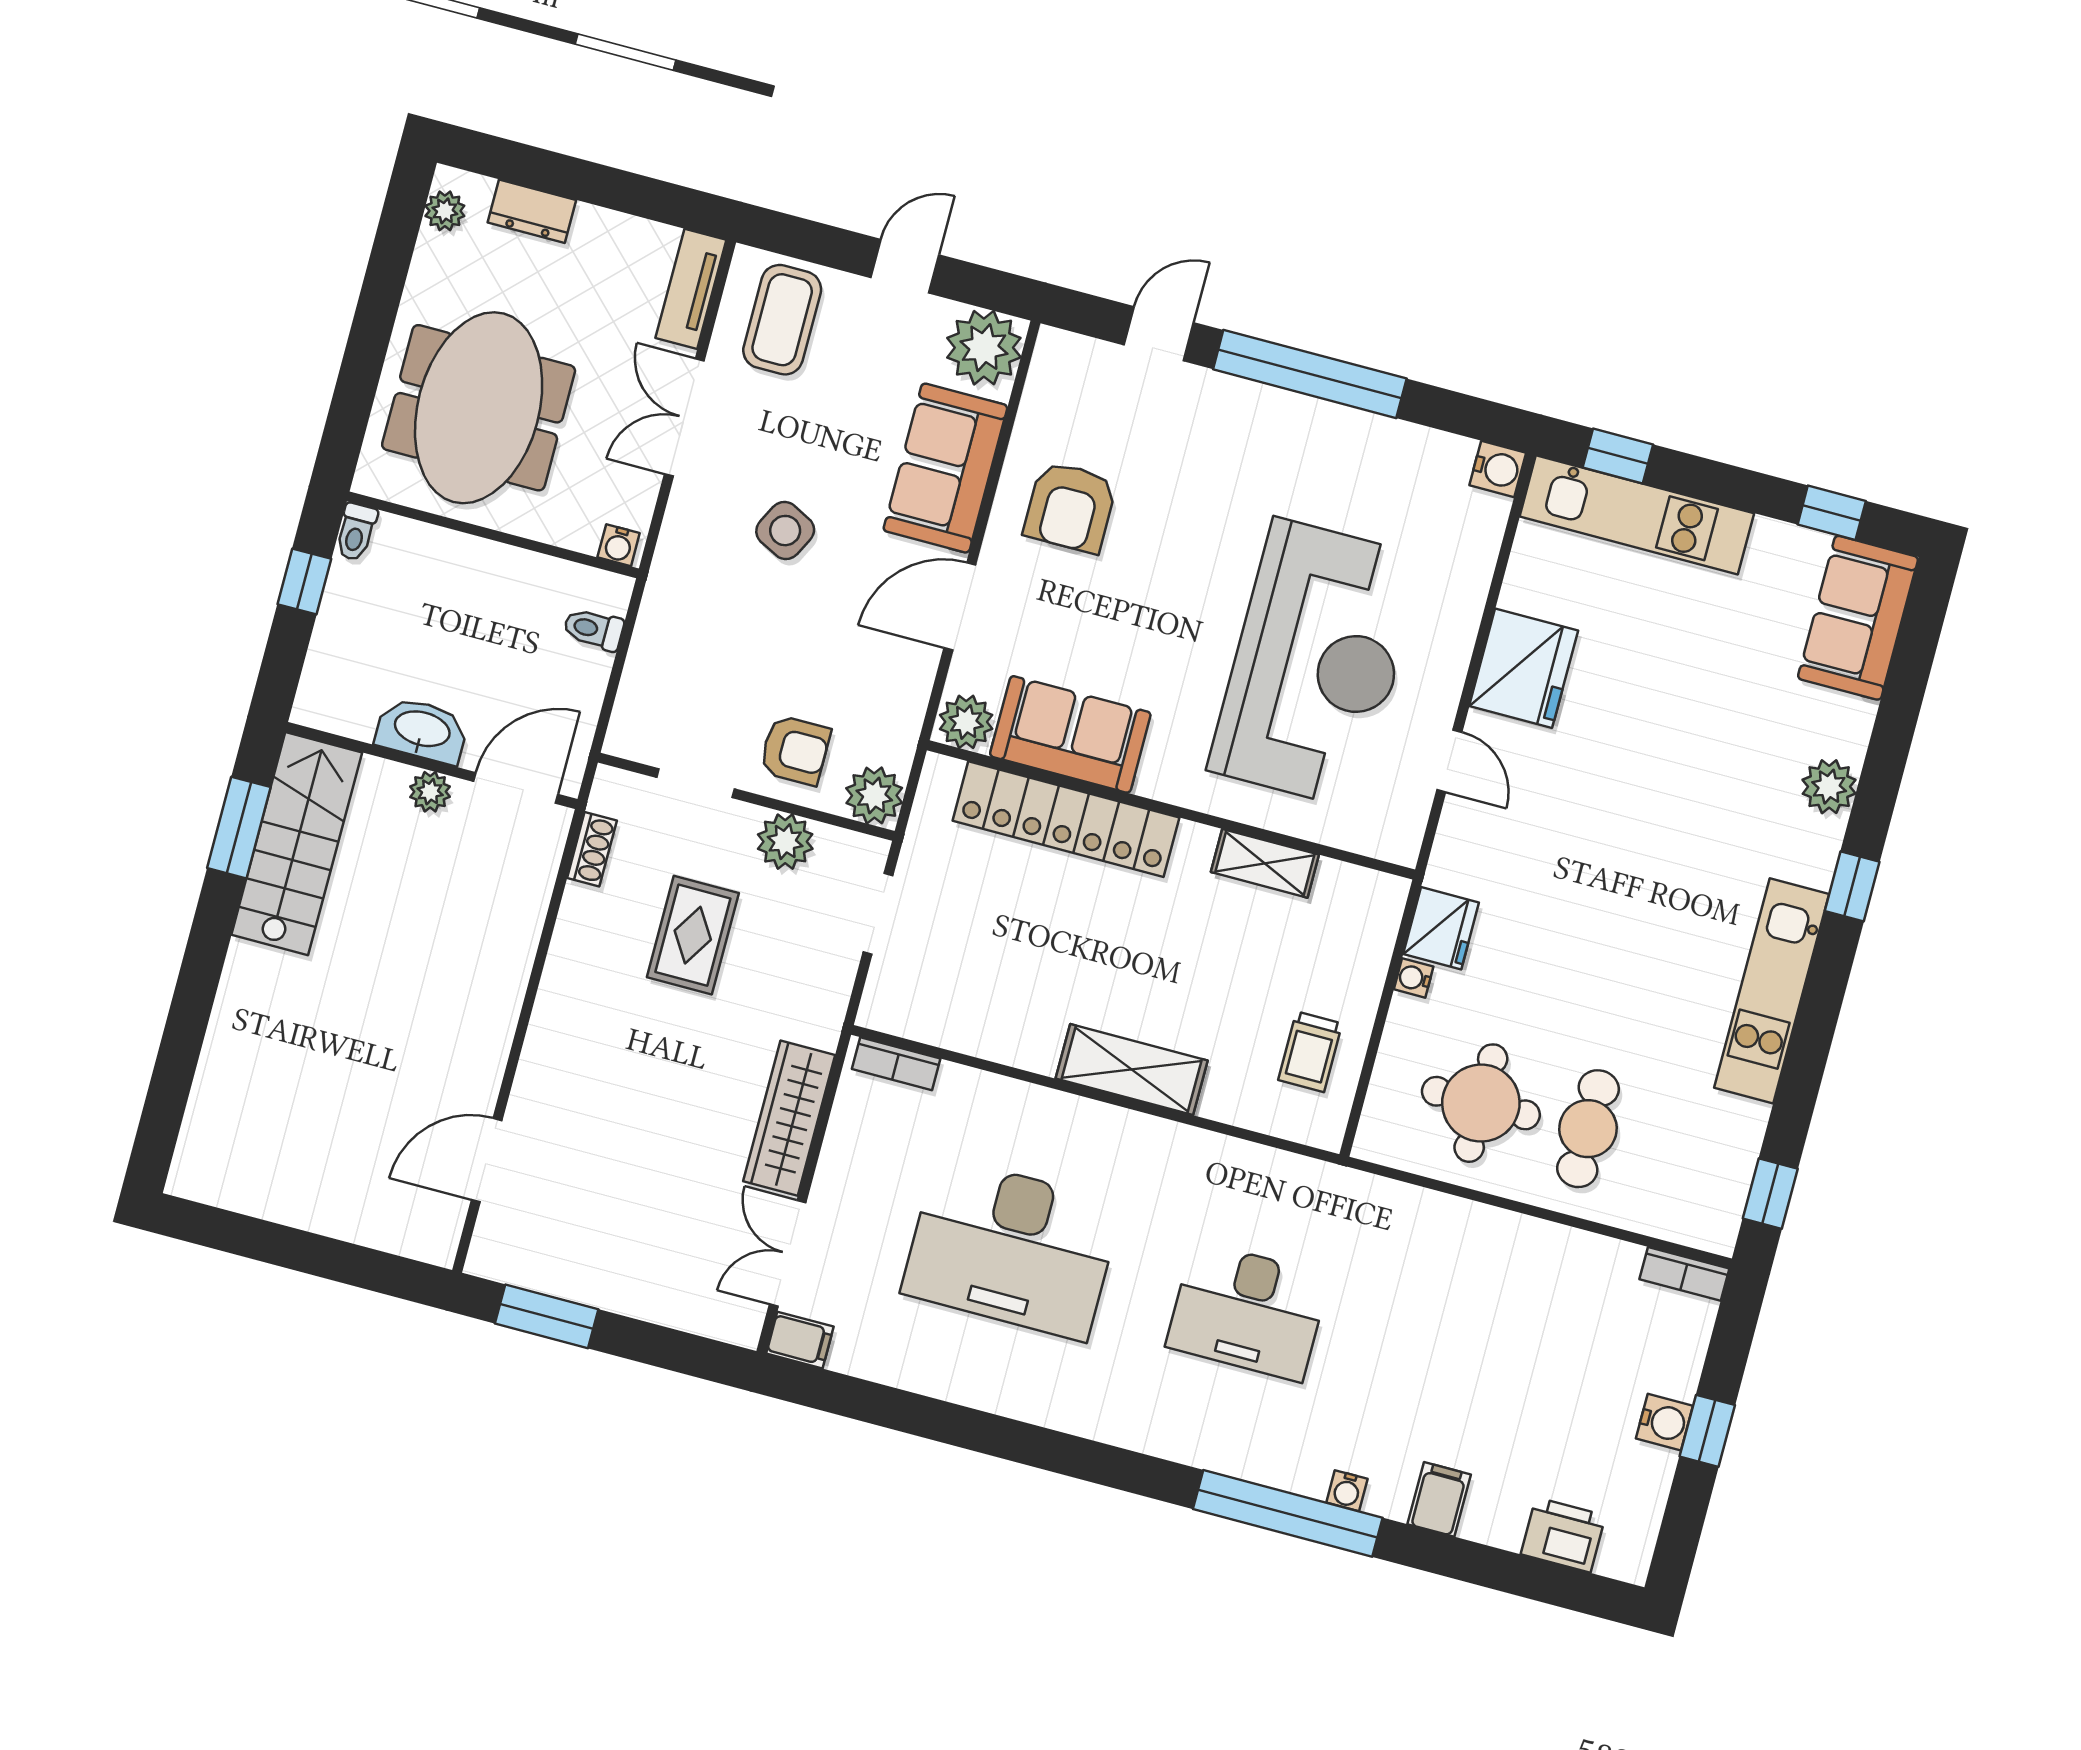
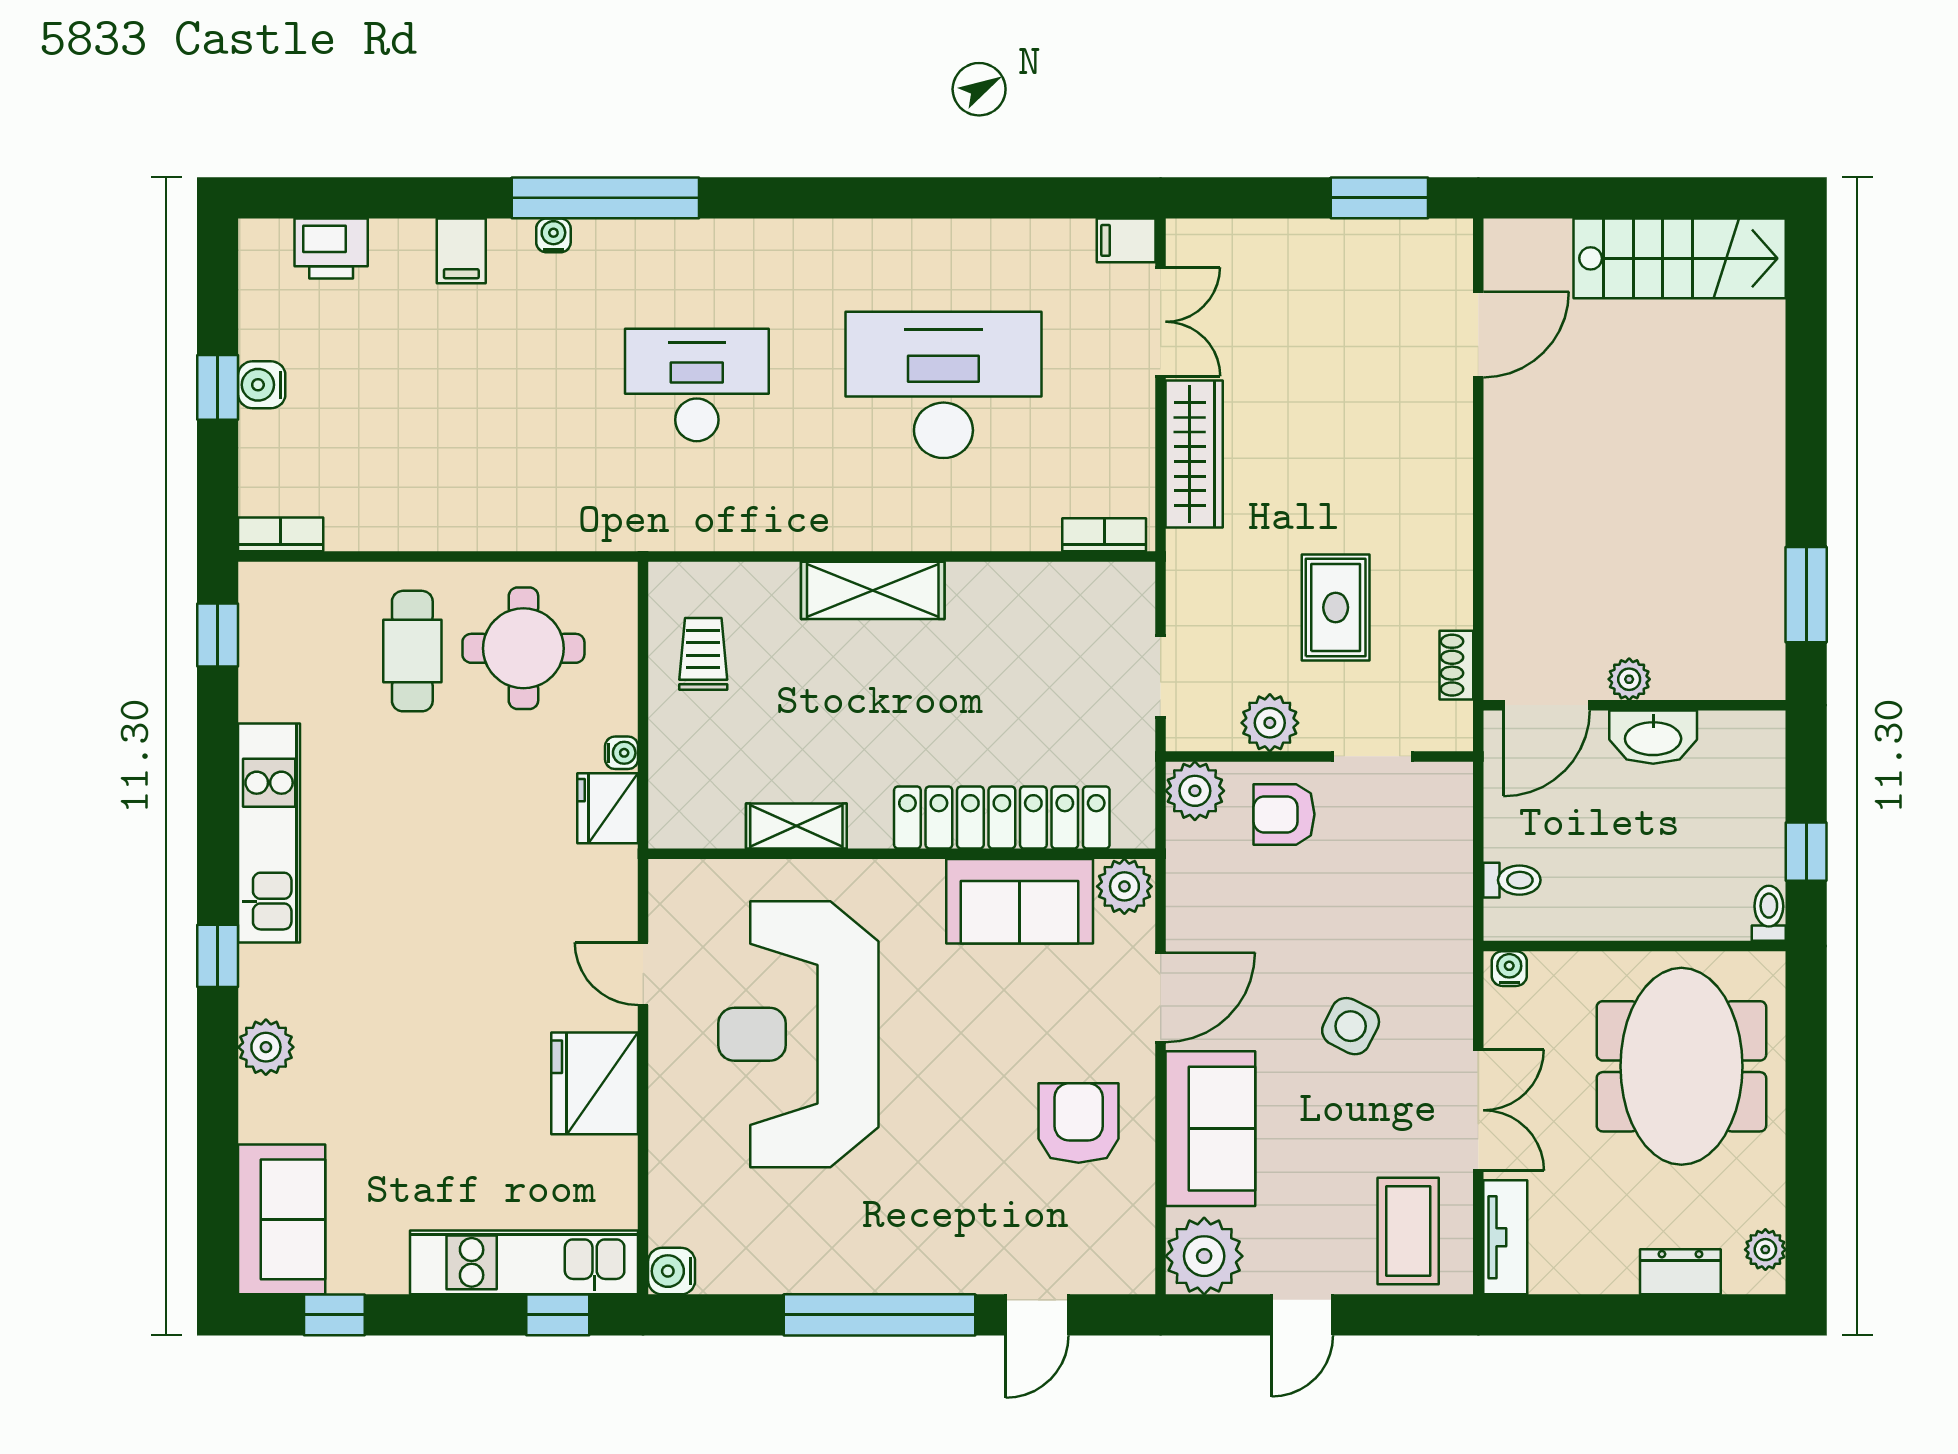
stairs: (297, 844) -> (1680, 258), moved, turned -90

